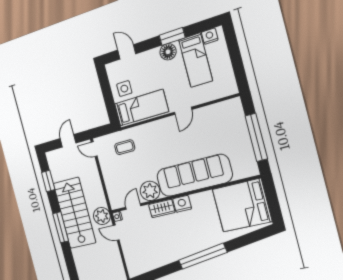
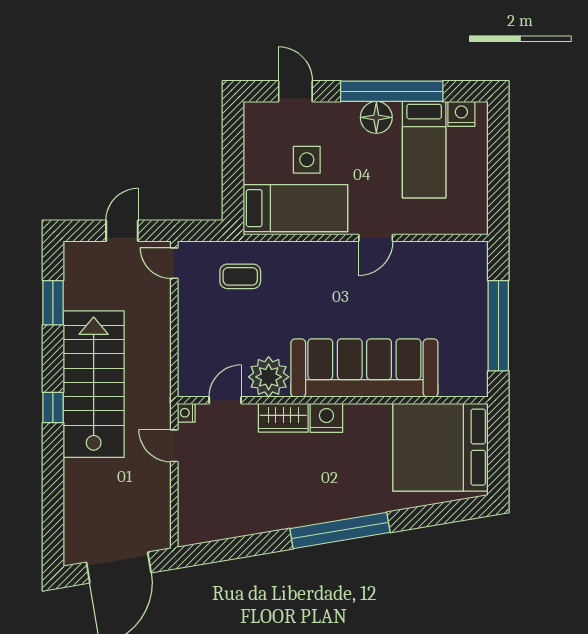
window: (172, 36) -> (392, 91), width x2.11
side table: (124, 89) -> (307, 160), moved
plant: (102, 216) -> (153, 404), removed
window: (61, 227) -> (53, 408), width x0.46

